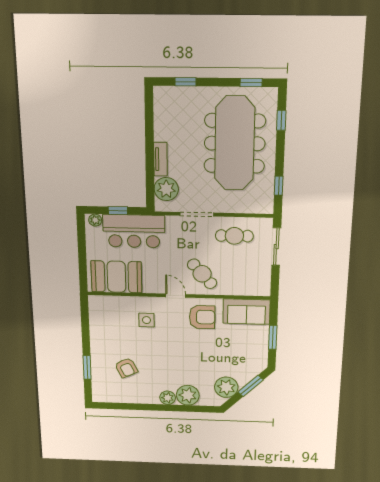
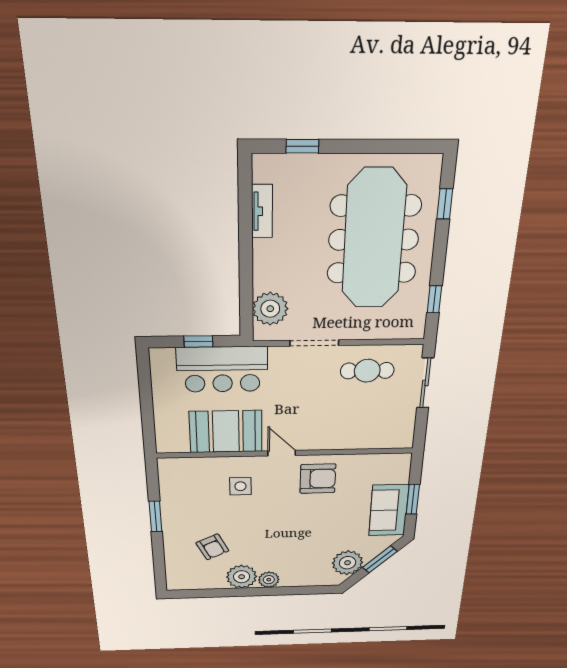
window: (251, 83) -> (403, 146), removed
tv unit: (160, 159) -> (262, 211), moved
plant: (95, 220) -> (165, 356), removed
cafe table: (202, 274) -> (320, 423), removed
booth: (116, 277) -> (226, 432), moved
sofa: (246, 312) -> (389, 510), moved, turned 90
window: (87, 367) -> (155, 516), moved
plant: (188, 395) -> (242, 577), moved

